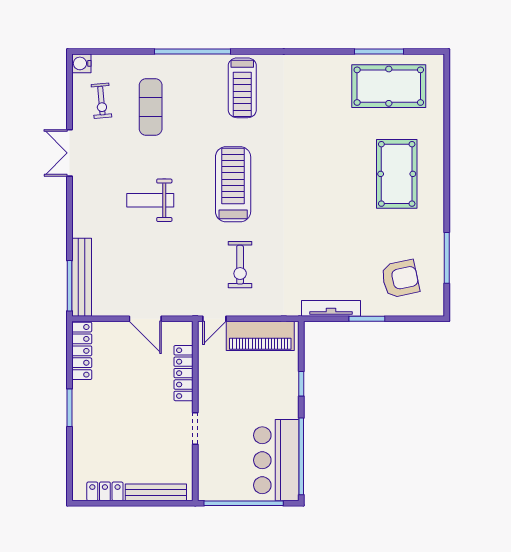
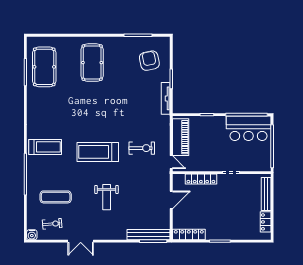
pool table: (397, 174) -> (92, 63), turned 90

